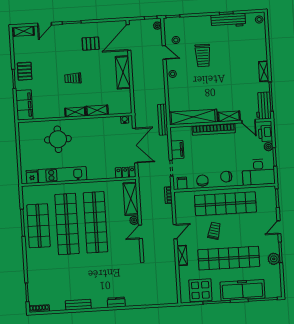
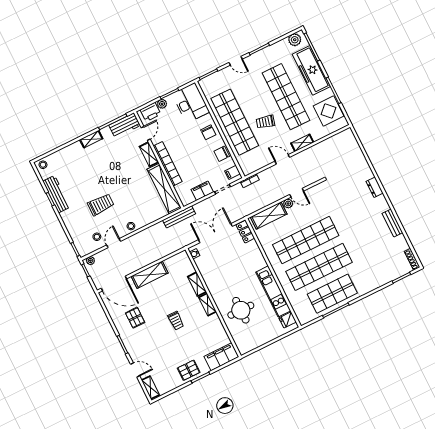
plant: (274, 259) -> (295, 40), moved

